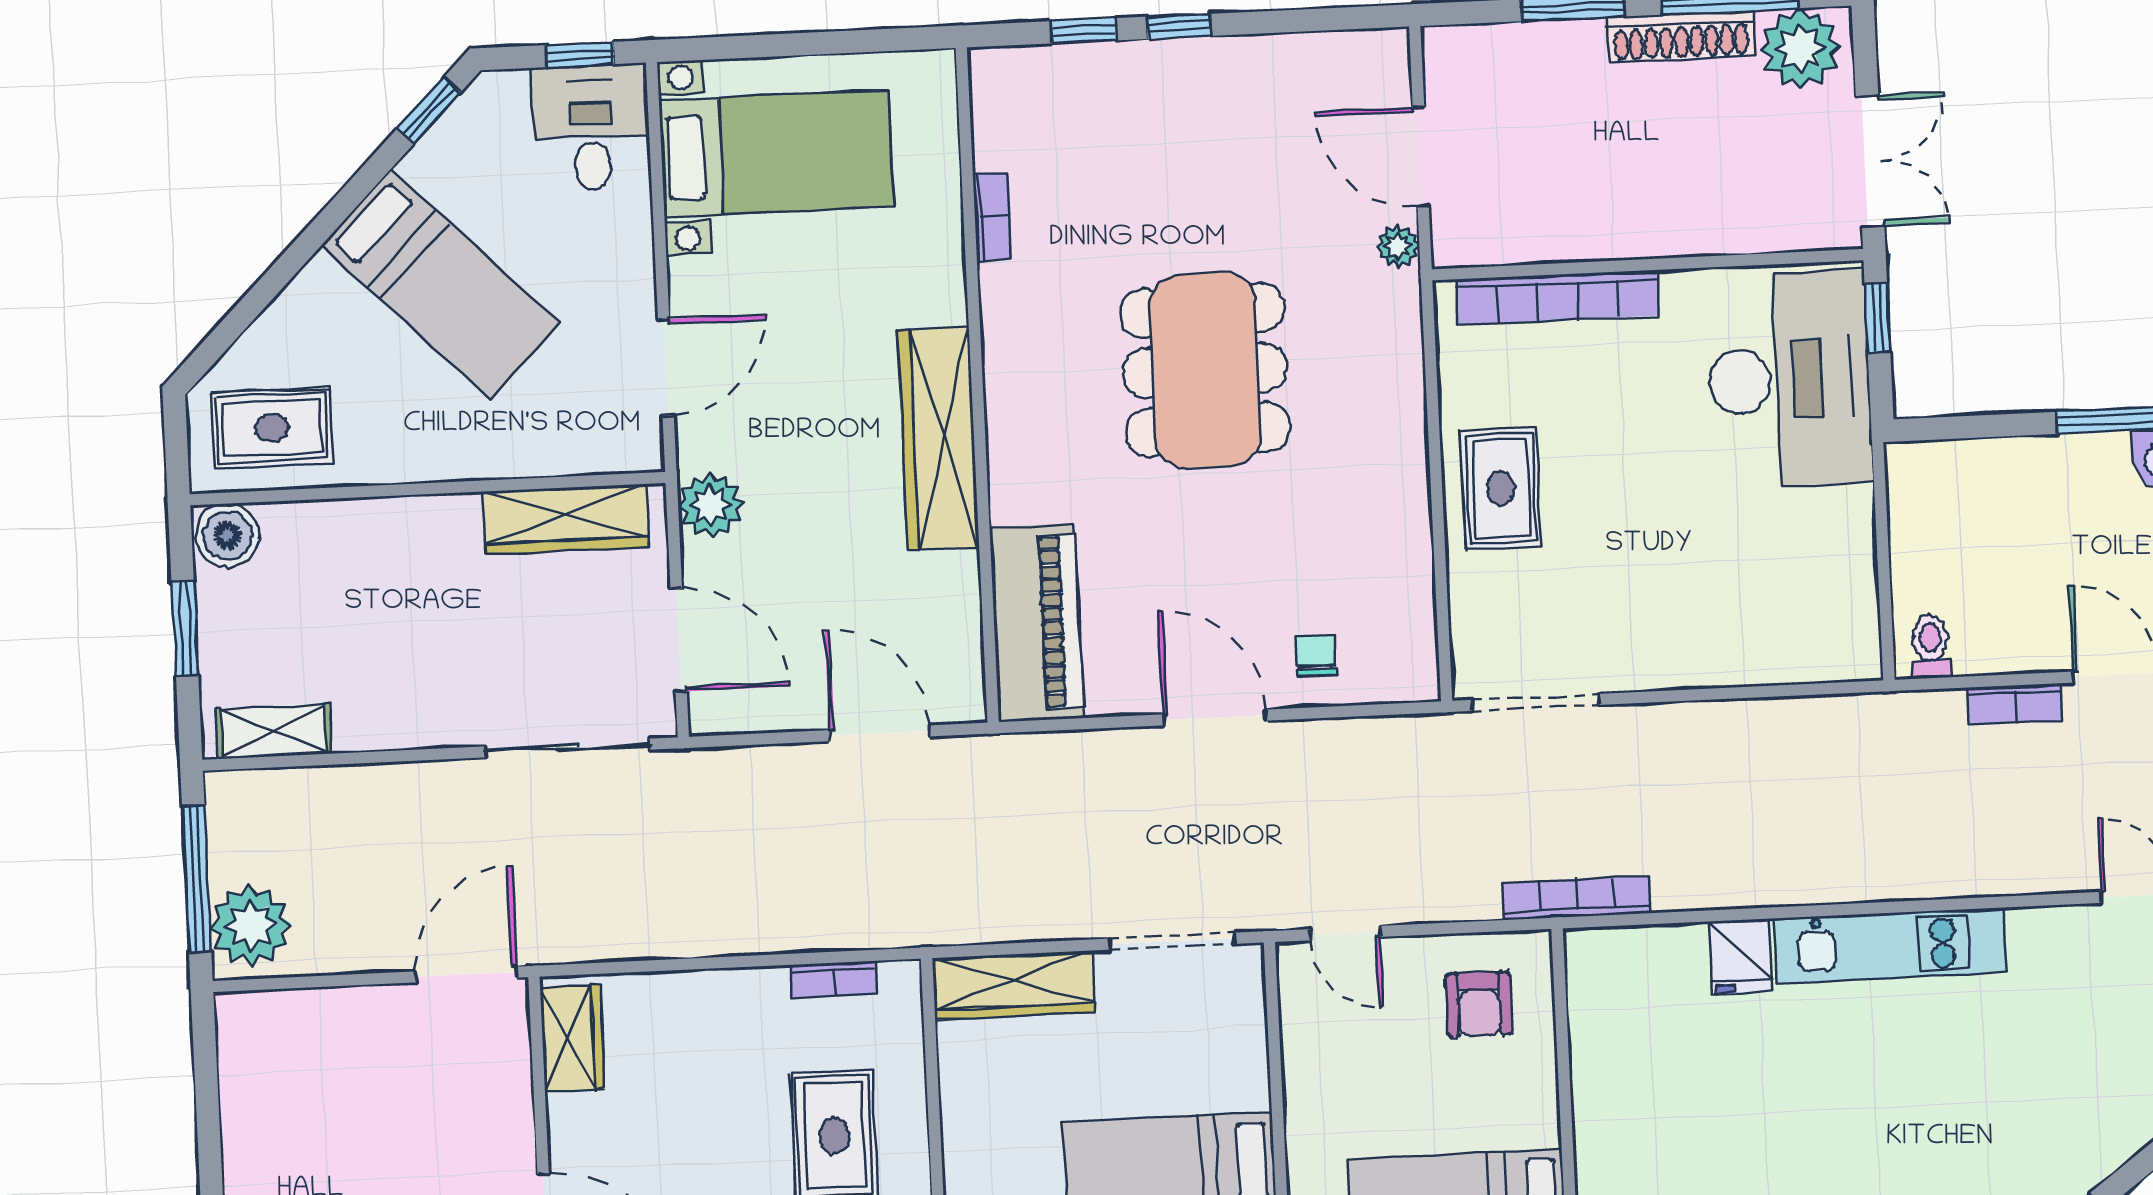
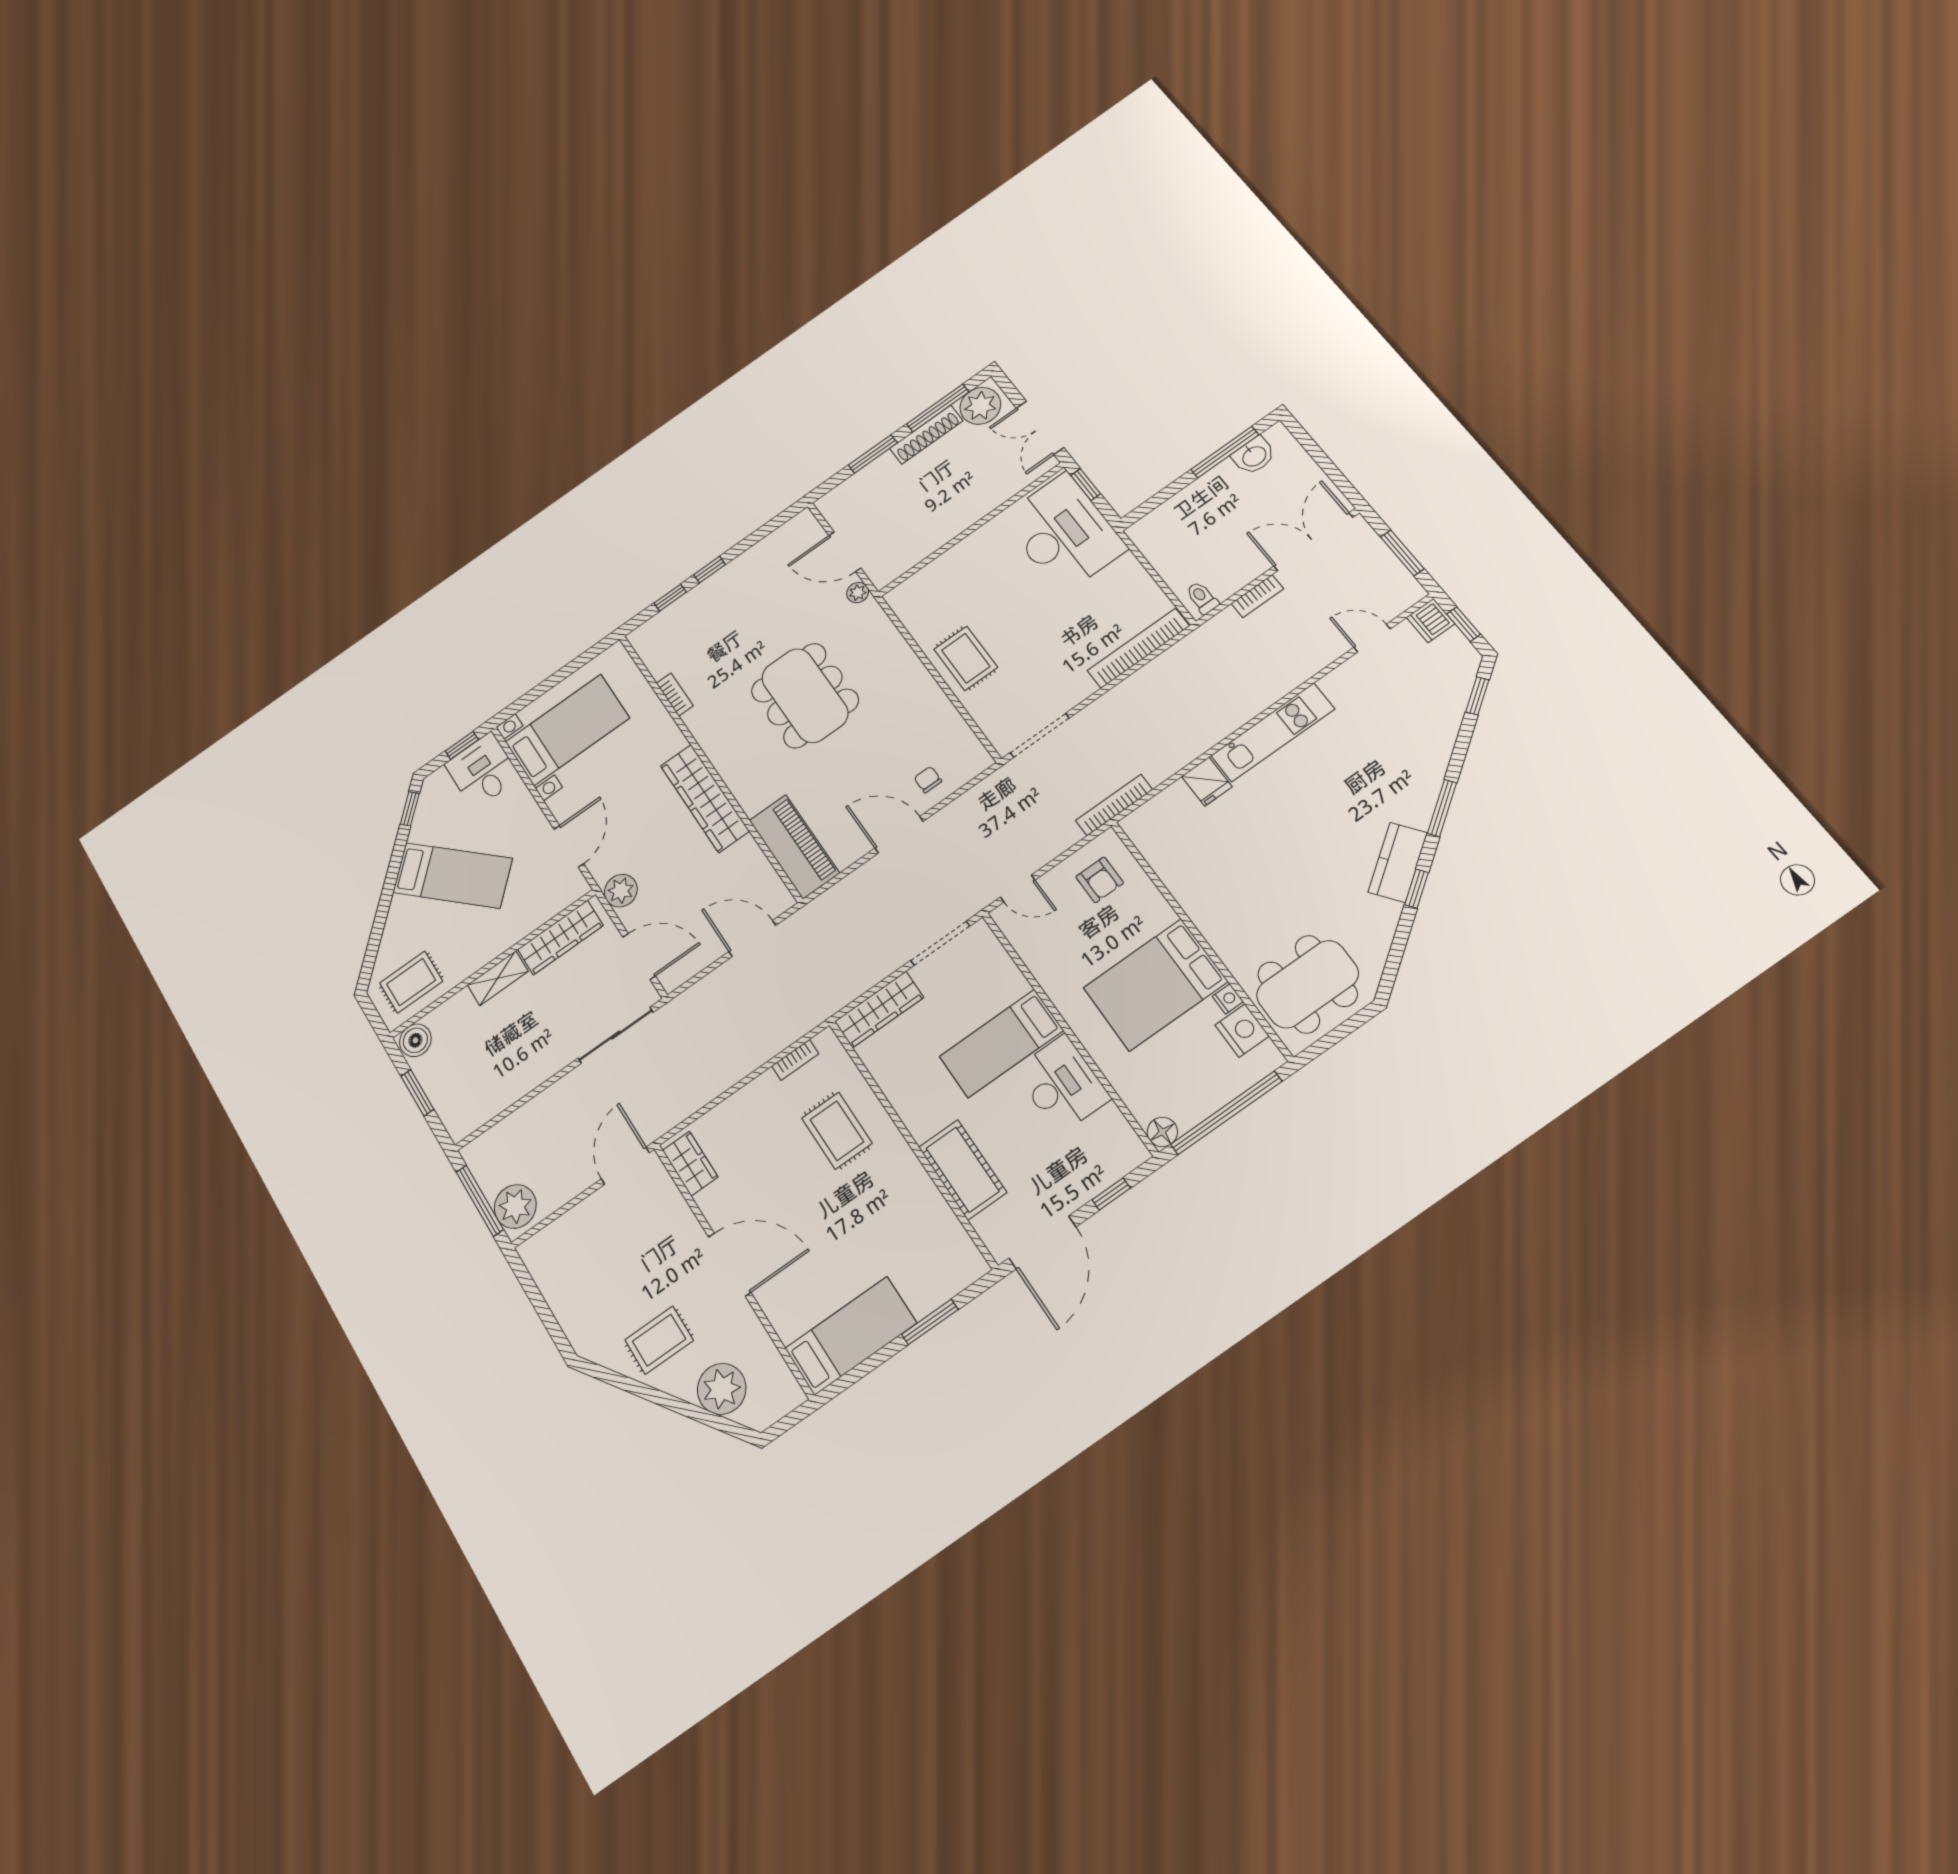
double door: (1870, 161) -> (1040, 428), swing flipped
bookcase: (1557, 297) -> (1138, 648), moved, turned 180
shelving: (273, 731) -> (498, 978), moved

